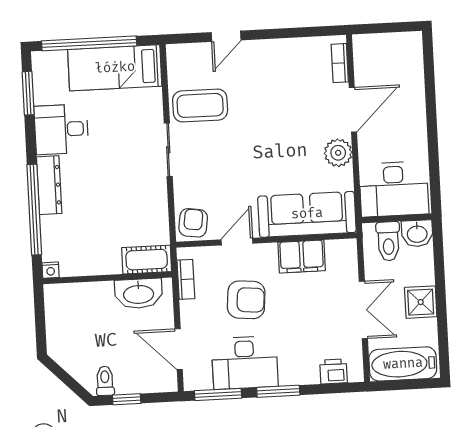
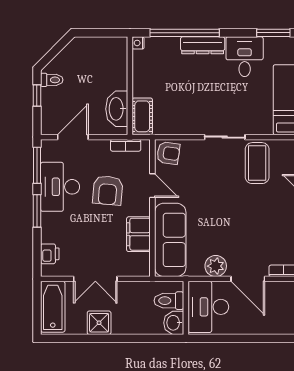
desk: (394, 189) -> (208, 307), moved
wall: (397, 218) -> (186, 308), moved
washbasin: (417, 233) -> (174, 323), moved
toilet: (388, 241) -> (169, 301), moved

